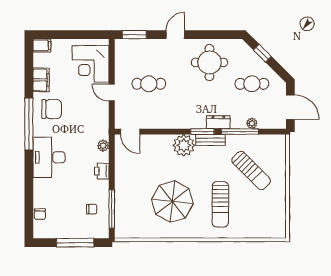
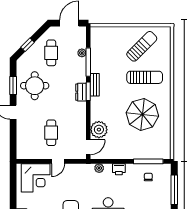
window: (134, 35) -> (13, 86), moved
dresser: (218, 122) -> (81, 92), moved
plant: (184, 145) -> (99, 130), moved
sun lounger: (251, 171) -> (142, 46), moved

